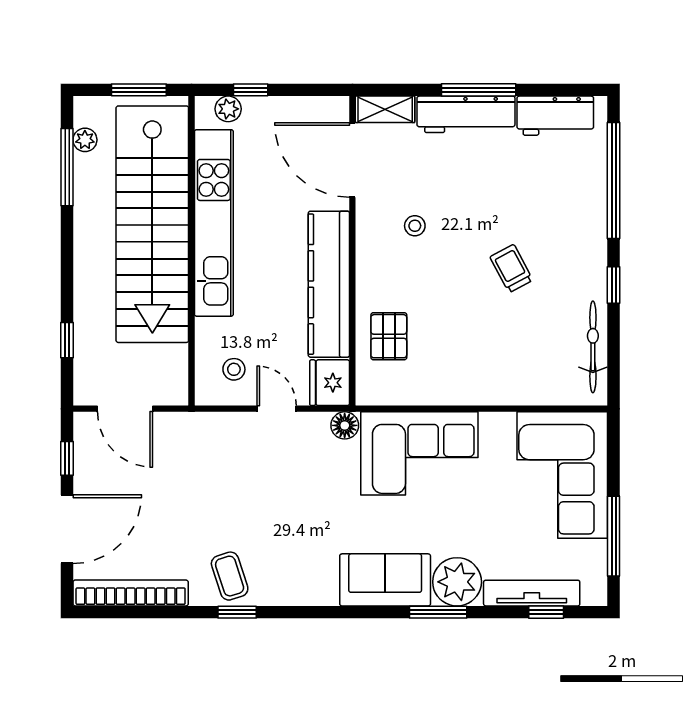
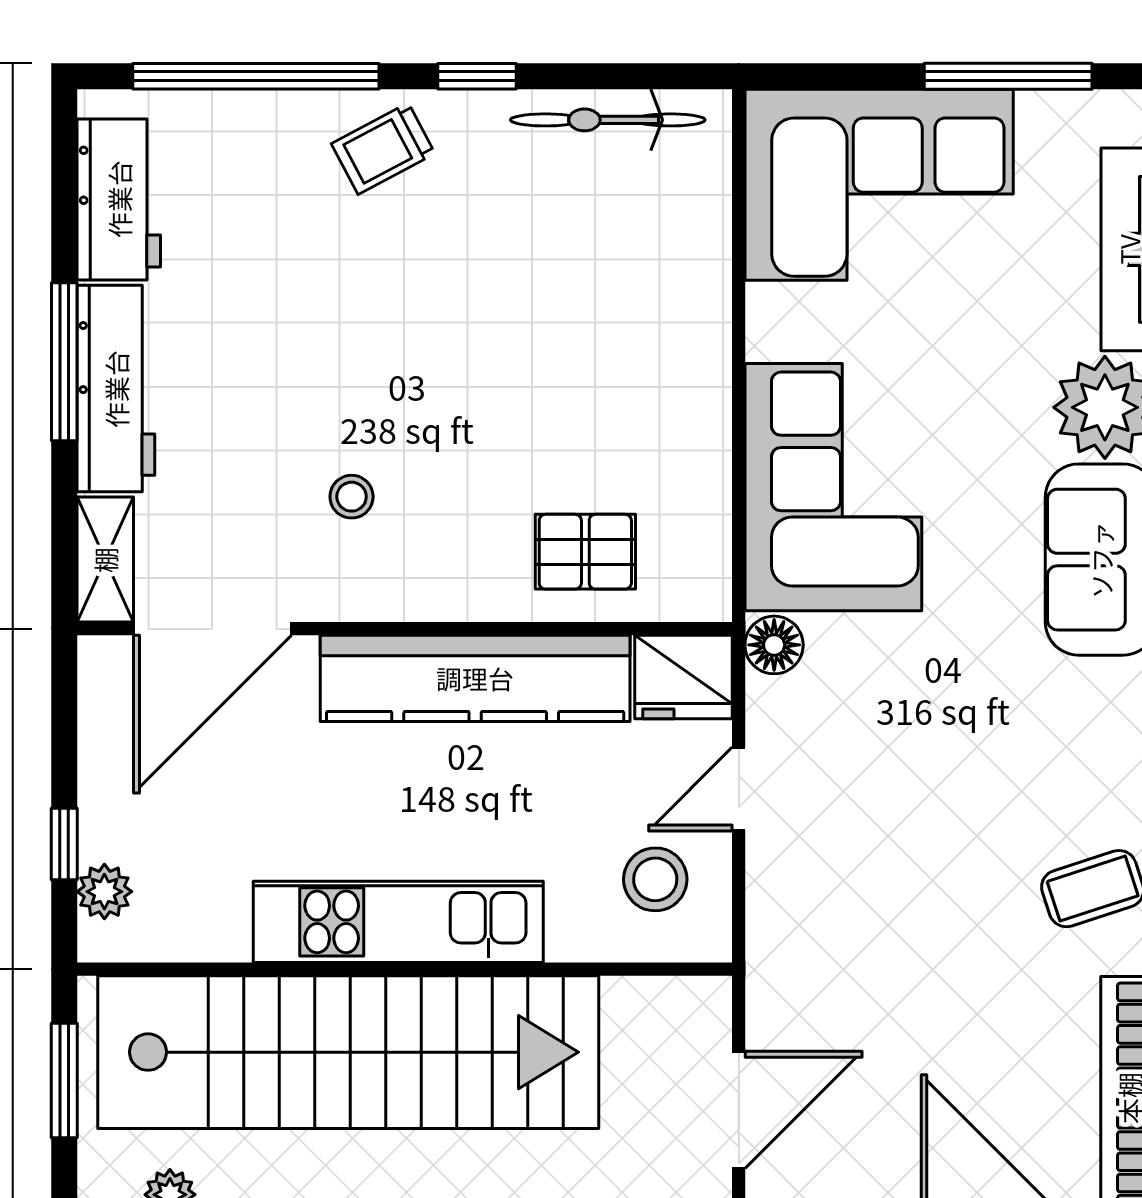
kitchen unit: (214, 223) -> (398, 922), width x0.73
trolley: (511, 269) -> (383, 149), moved
stool: (234, 369) -> (655, 879), width x1.37, depth x1.37

